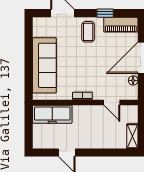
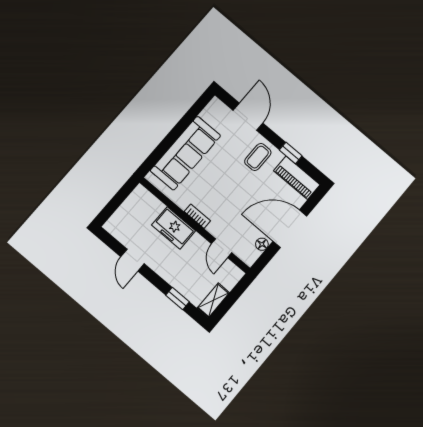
freezer: (52, 114) -> (174, 228), moved, width x0.71
window: (111, 152) -> (177, 299), added

